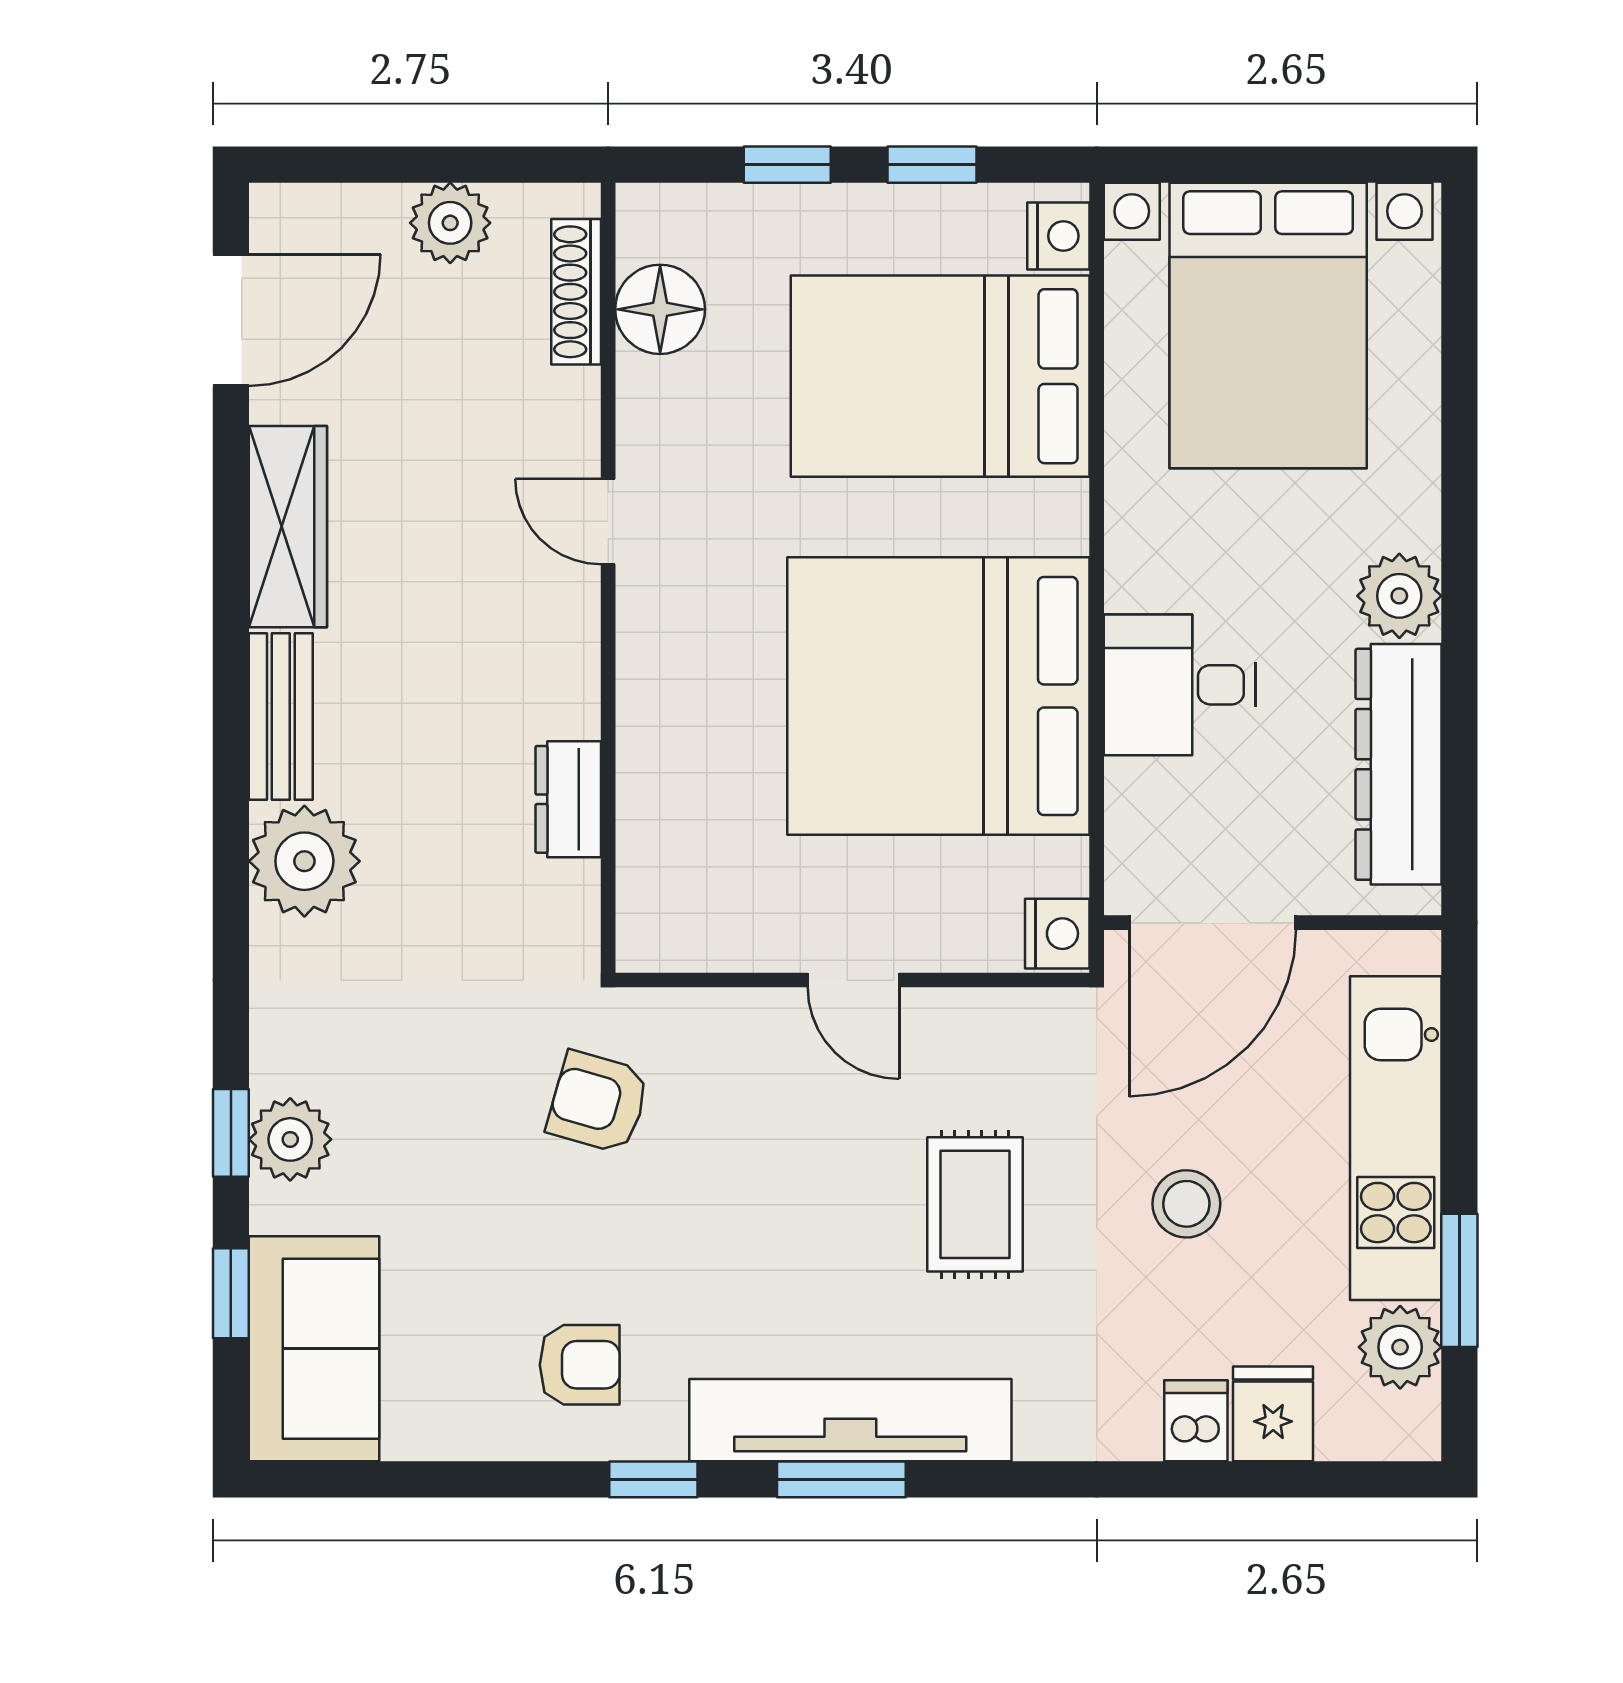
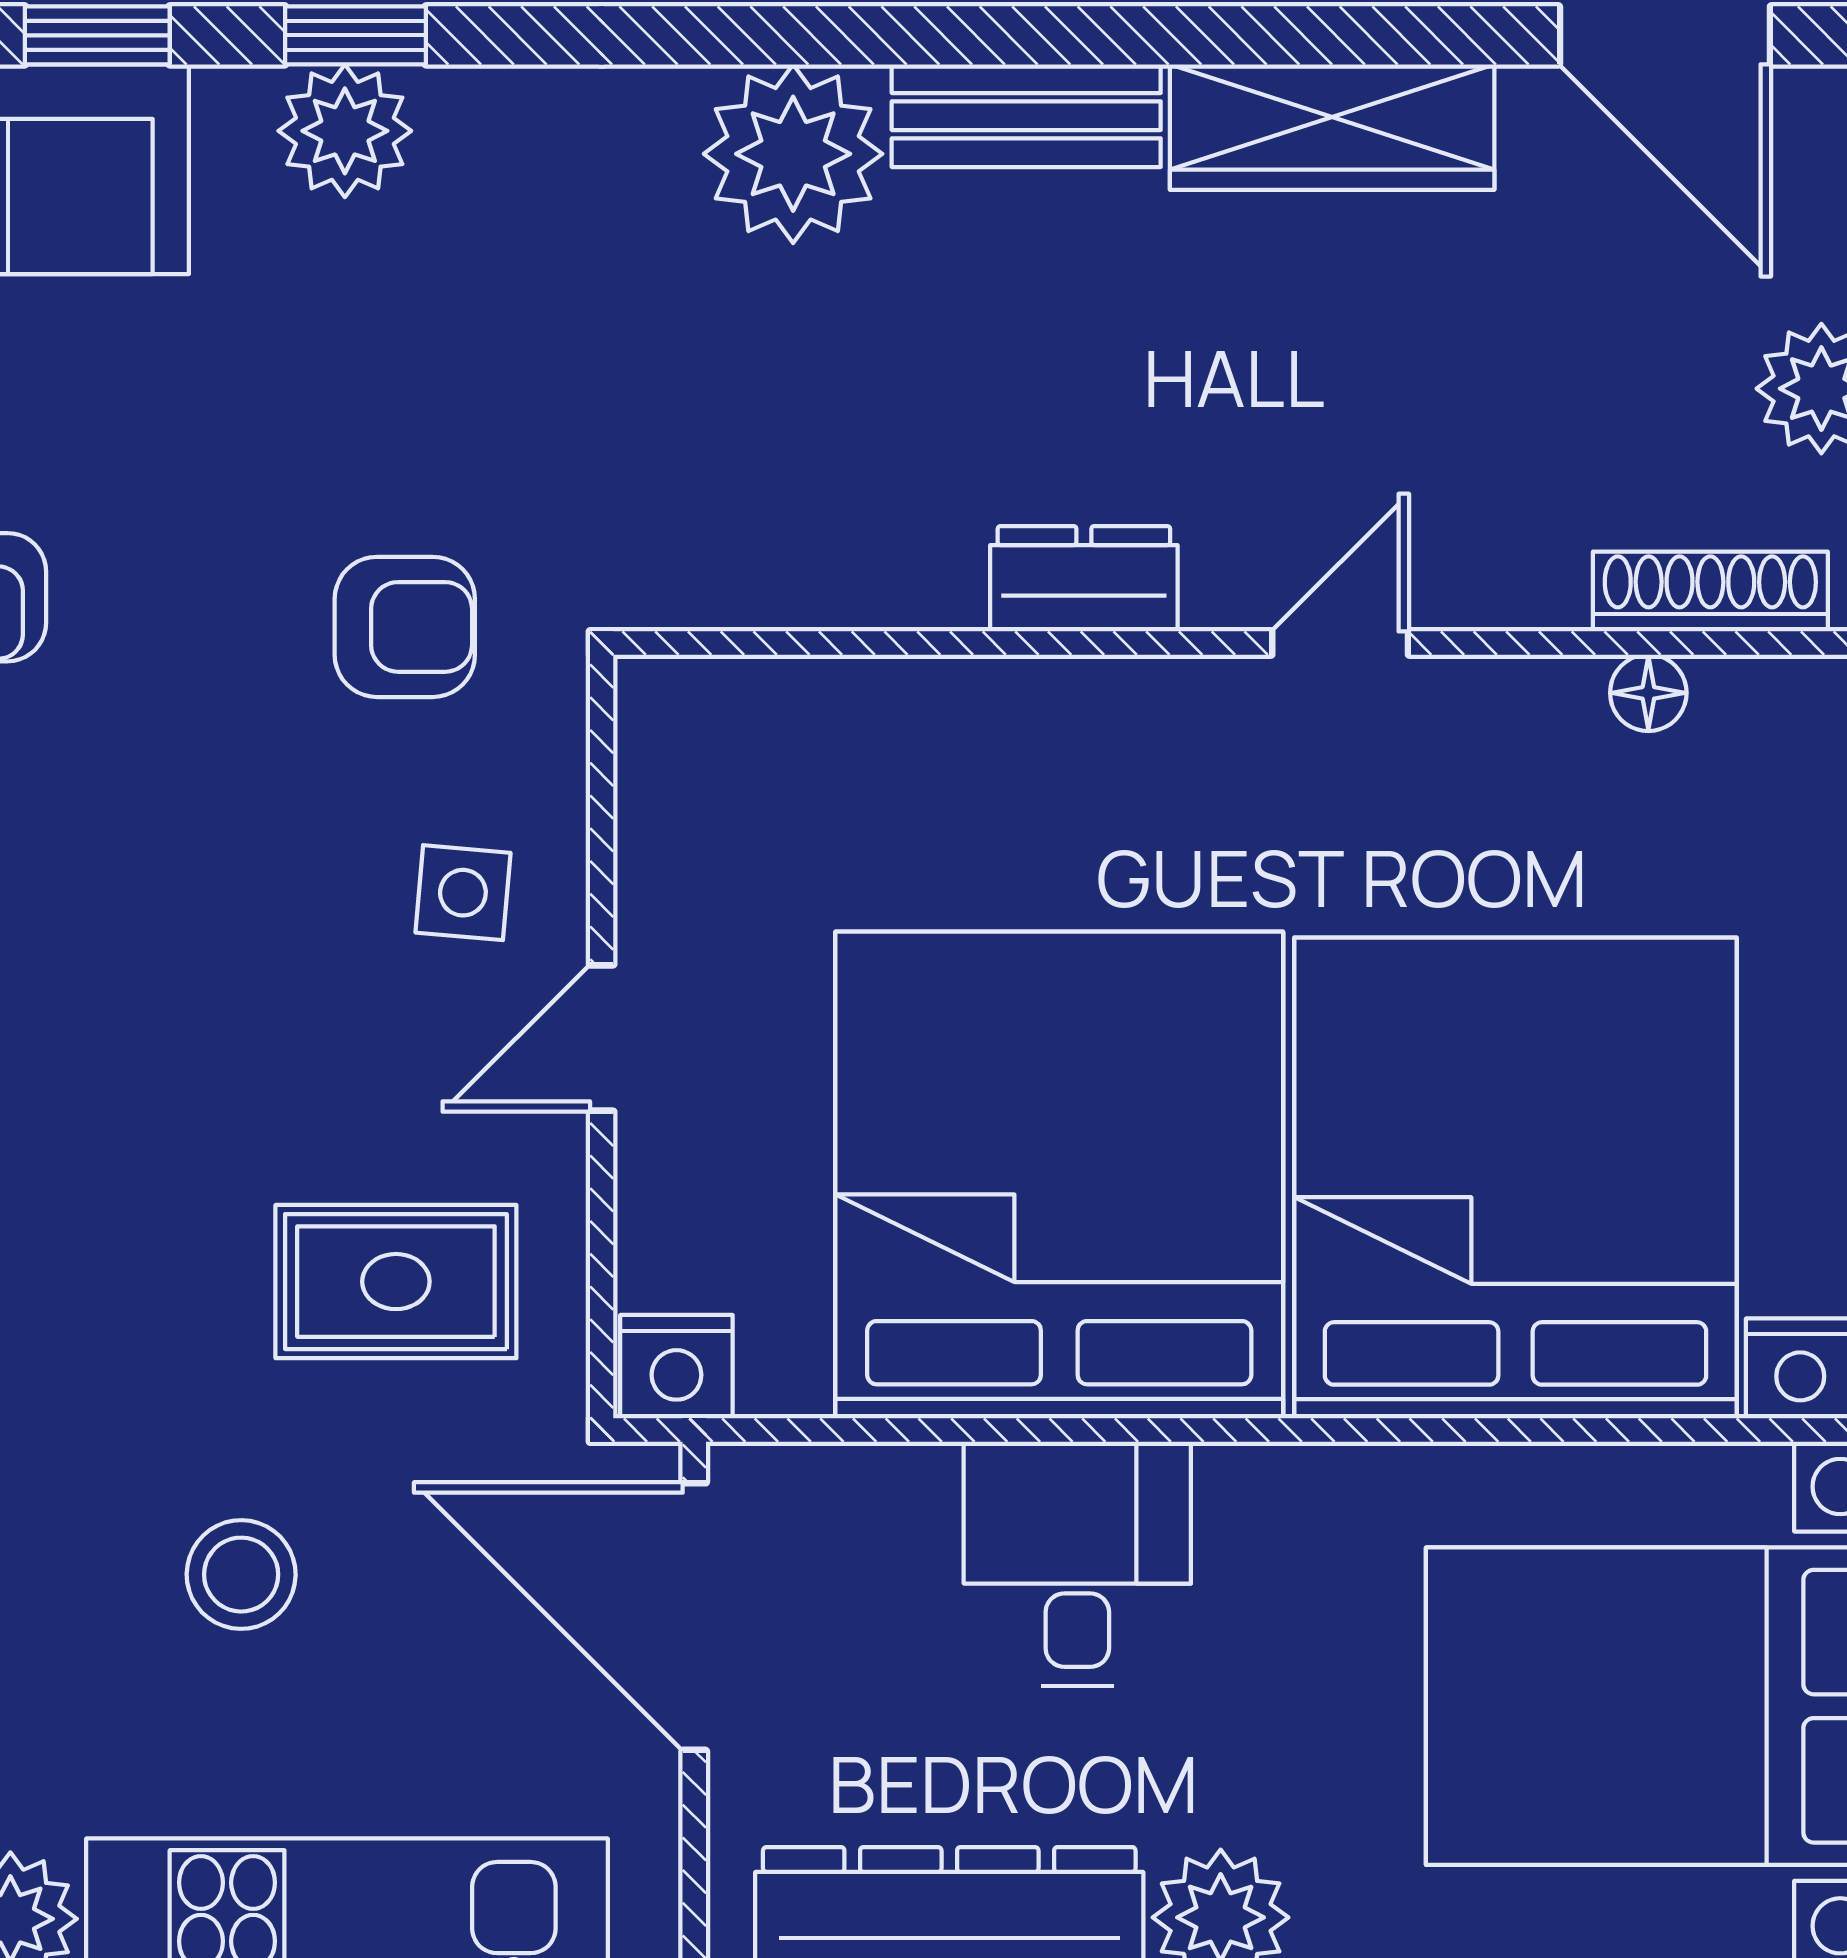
floor lamp: (660, 309) -> (1648, 693), width x0.53, depth x0.53
bed: (940, 376) -> (1516, 1178), width x1.36
dresser: (568, 799) -> (1084, 579), moved
side table: (763, 1066) -> (463, 893), added
armchair: (598, 1102) -> (405, 627), turned 74
rug: (975, 1204) -> (396, 1282), moved

